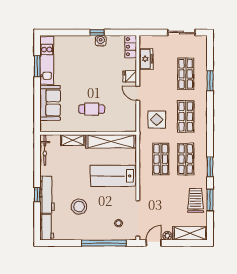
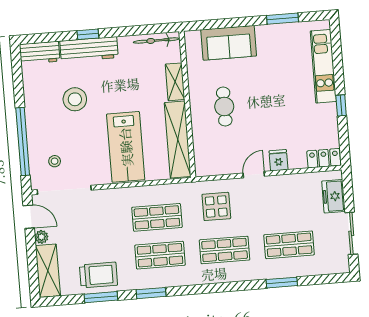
water cooler: (101, 41) -> (329, 112), removed
freezer: (146, 59) -> (333, 196), moved, turned 90
kitchen unit: (47, 61) -> (323, 66), moved, turned 90
lab bench: (113, 176) -> (126, 147), turned 180

